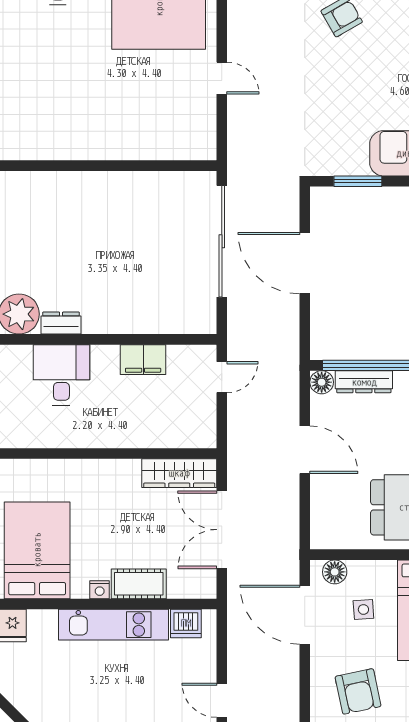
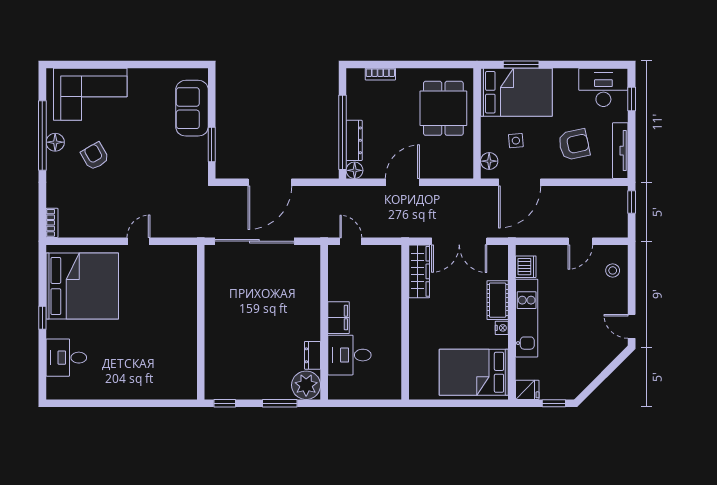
filing cabinet: (143, 360) -> (338, 318), moved

